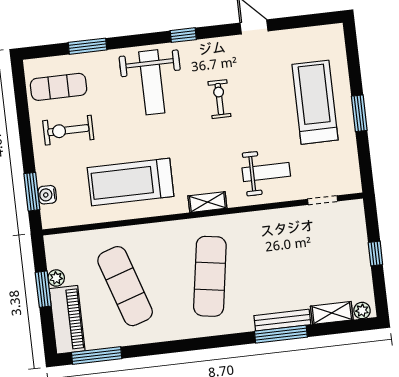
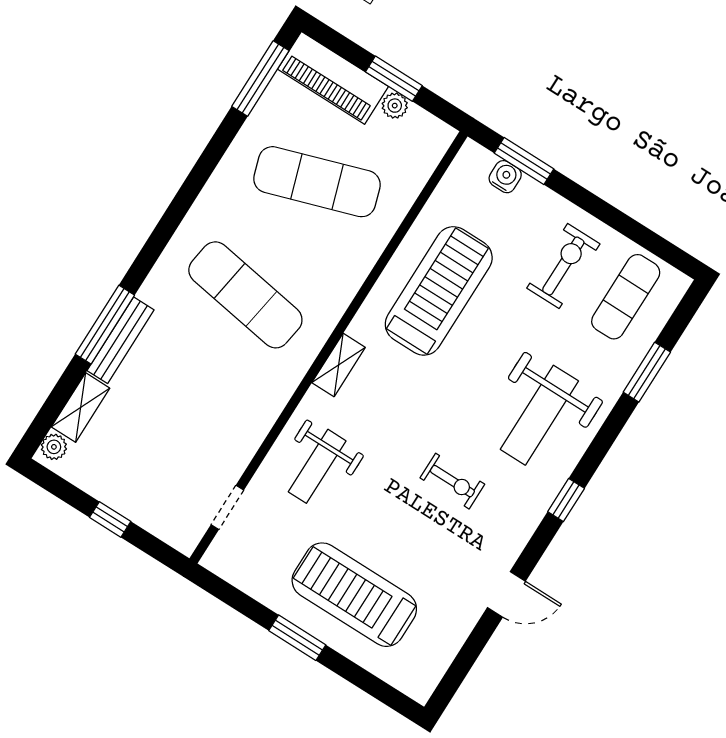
weight bench: (152, 82) -> (539, 415), turned -90
treadmill: (315, 102) -> (354, 595), turned 180

